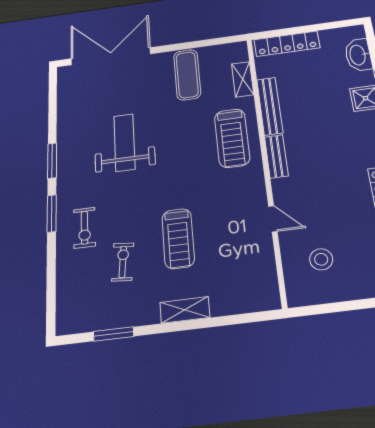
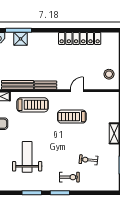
weight bench: (124, 142) -> (27, 157), turned 90
treadmill: (178, 238) -> (72, 117), moved, turned 180
stool: (321, 259) -> (109, 74), moved

